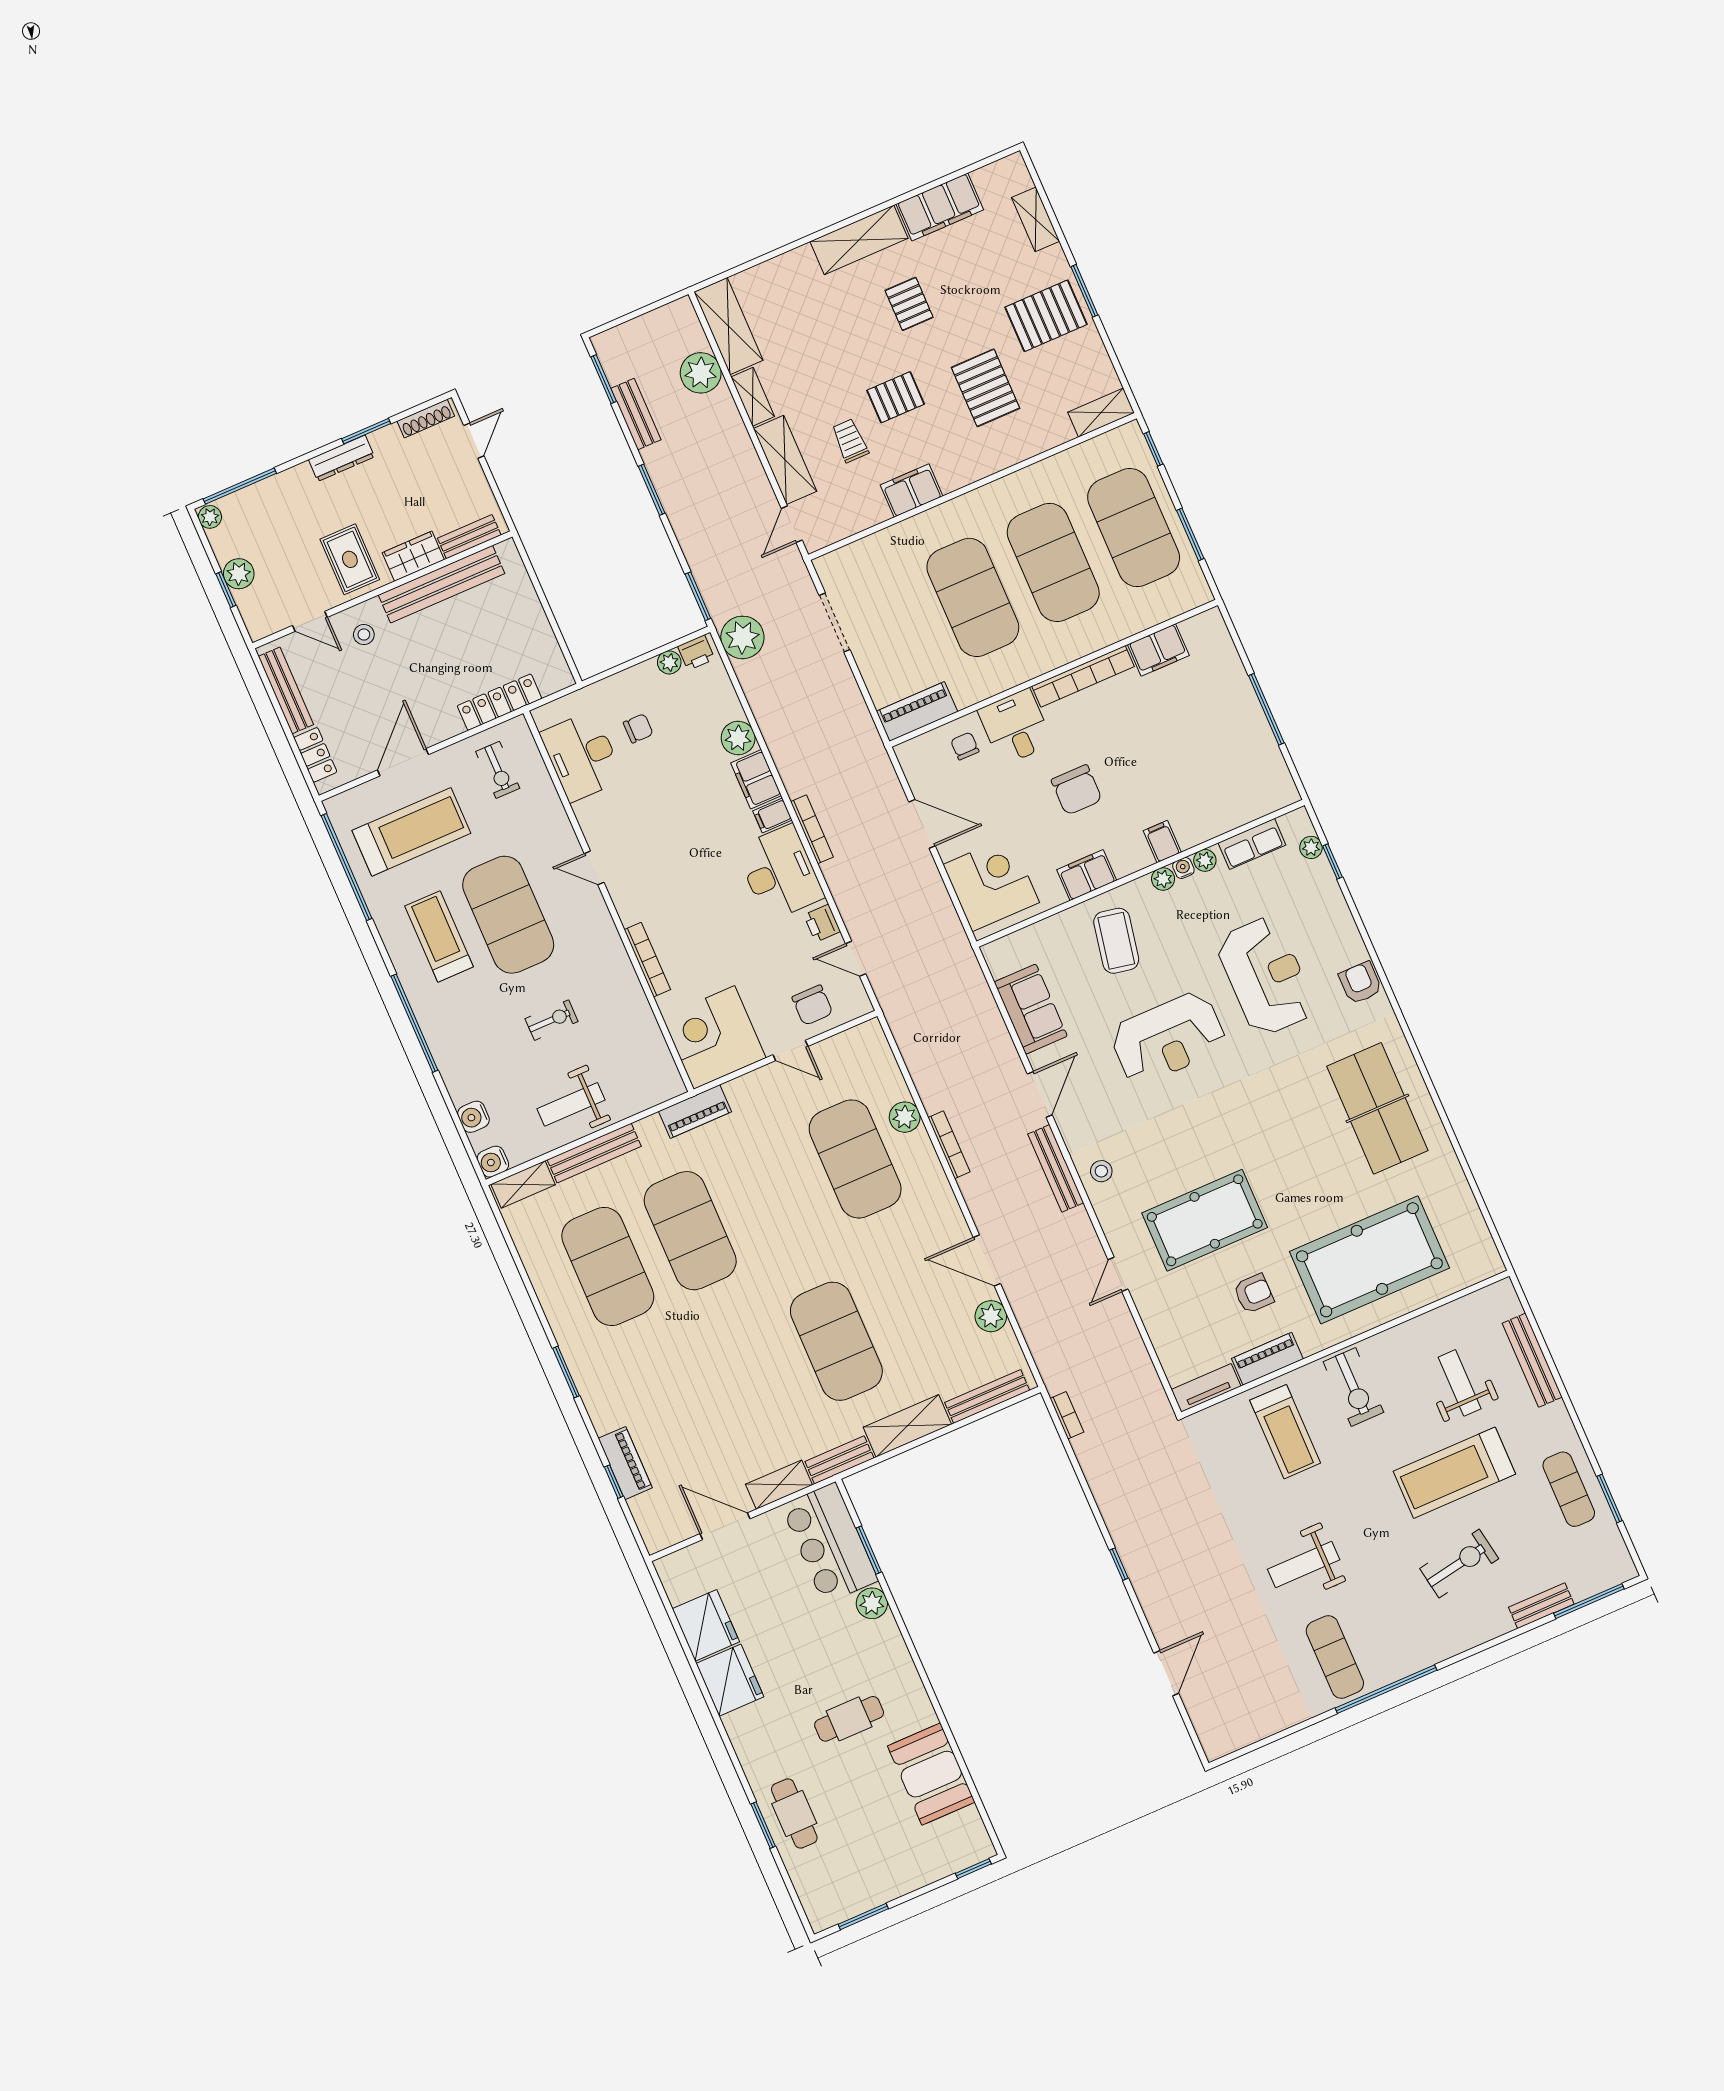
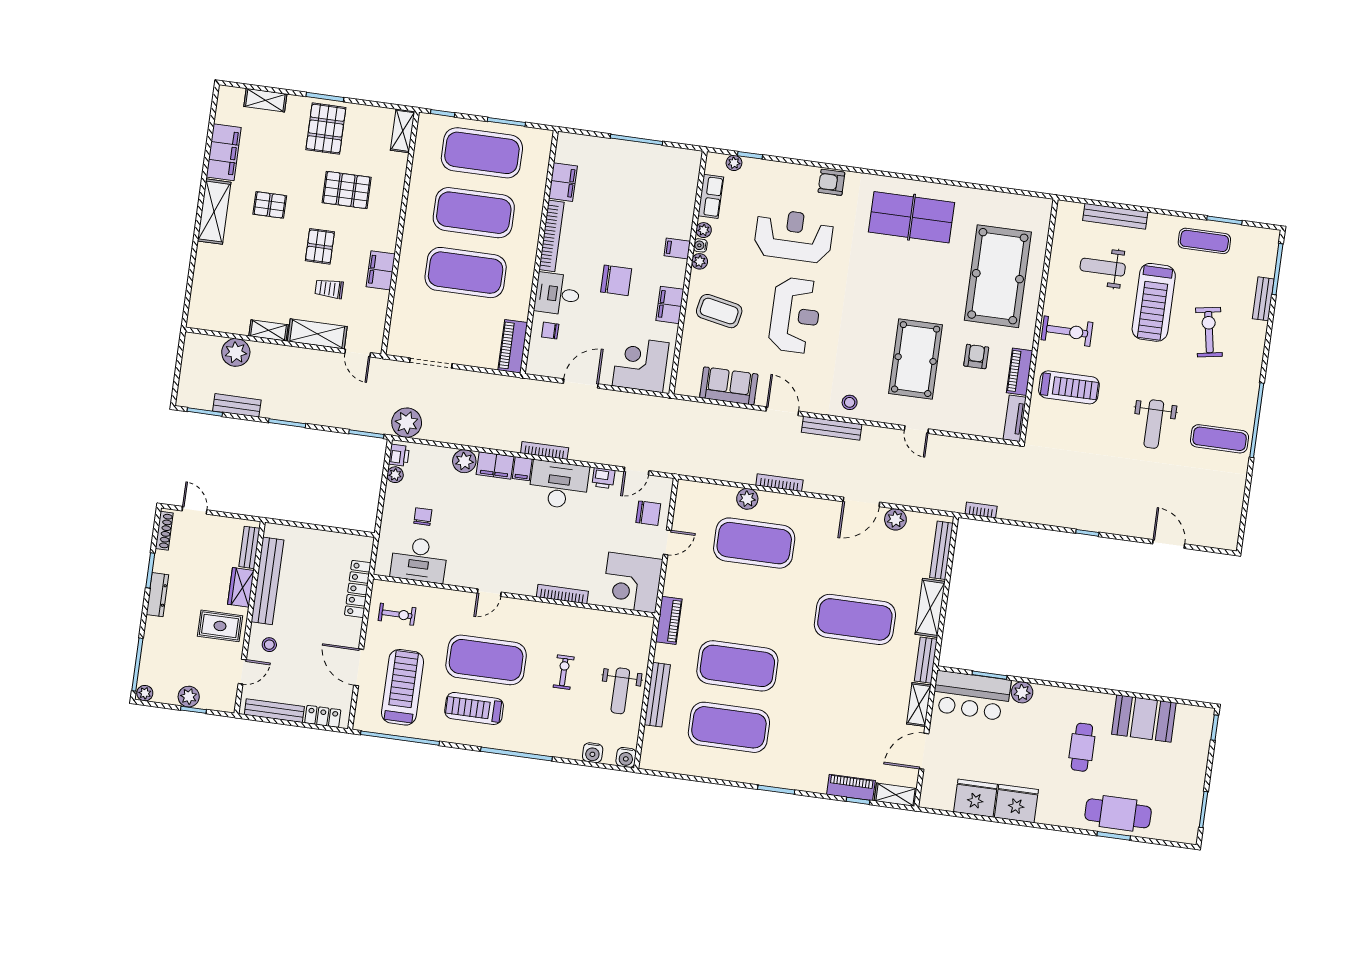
shelving: (728, 326) -> (218, 319), removed
shelving: (523, 1184) -> (895, 795), moved, turned 90
cafe table: (794, 1813) -> (1118, 813), width x1.37, depth x1.35

